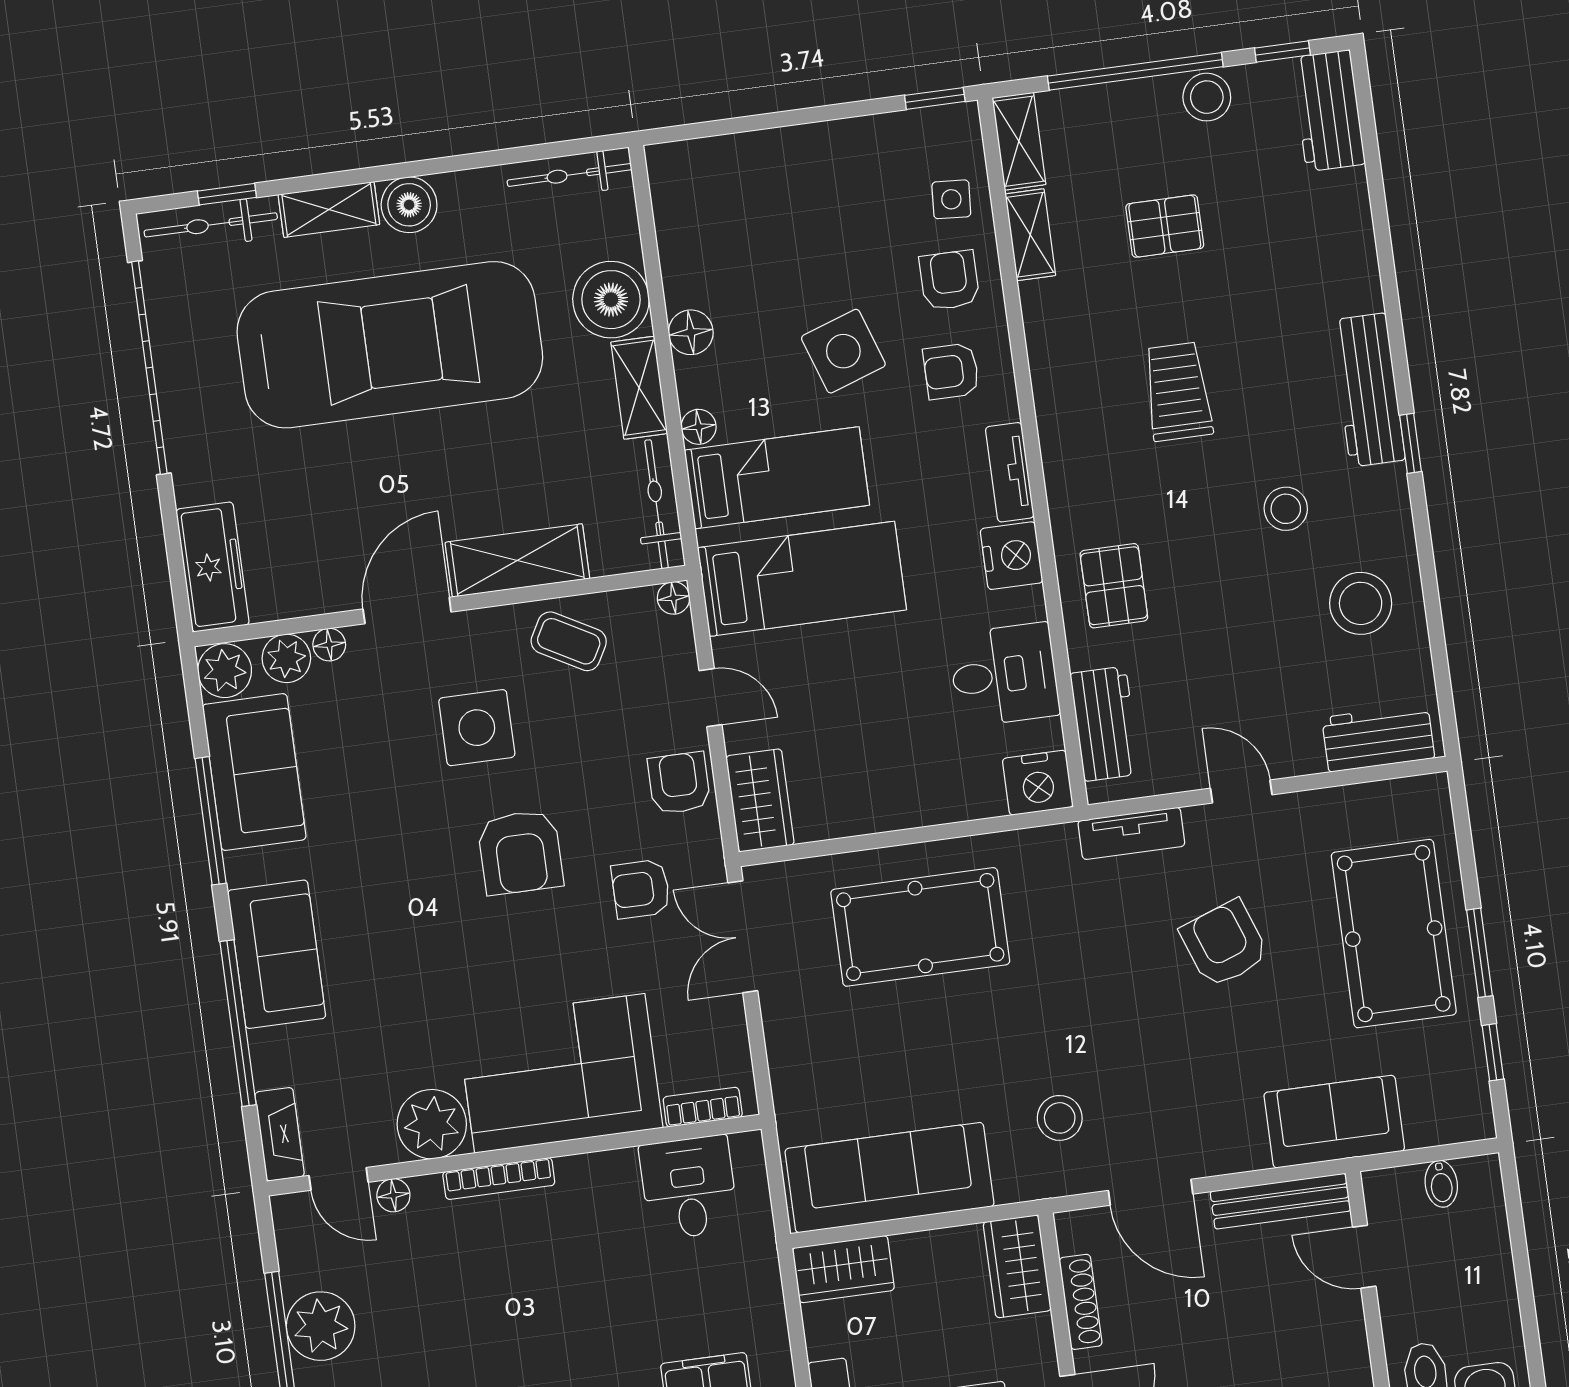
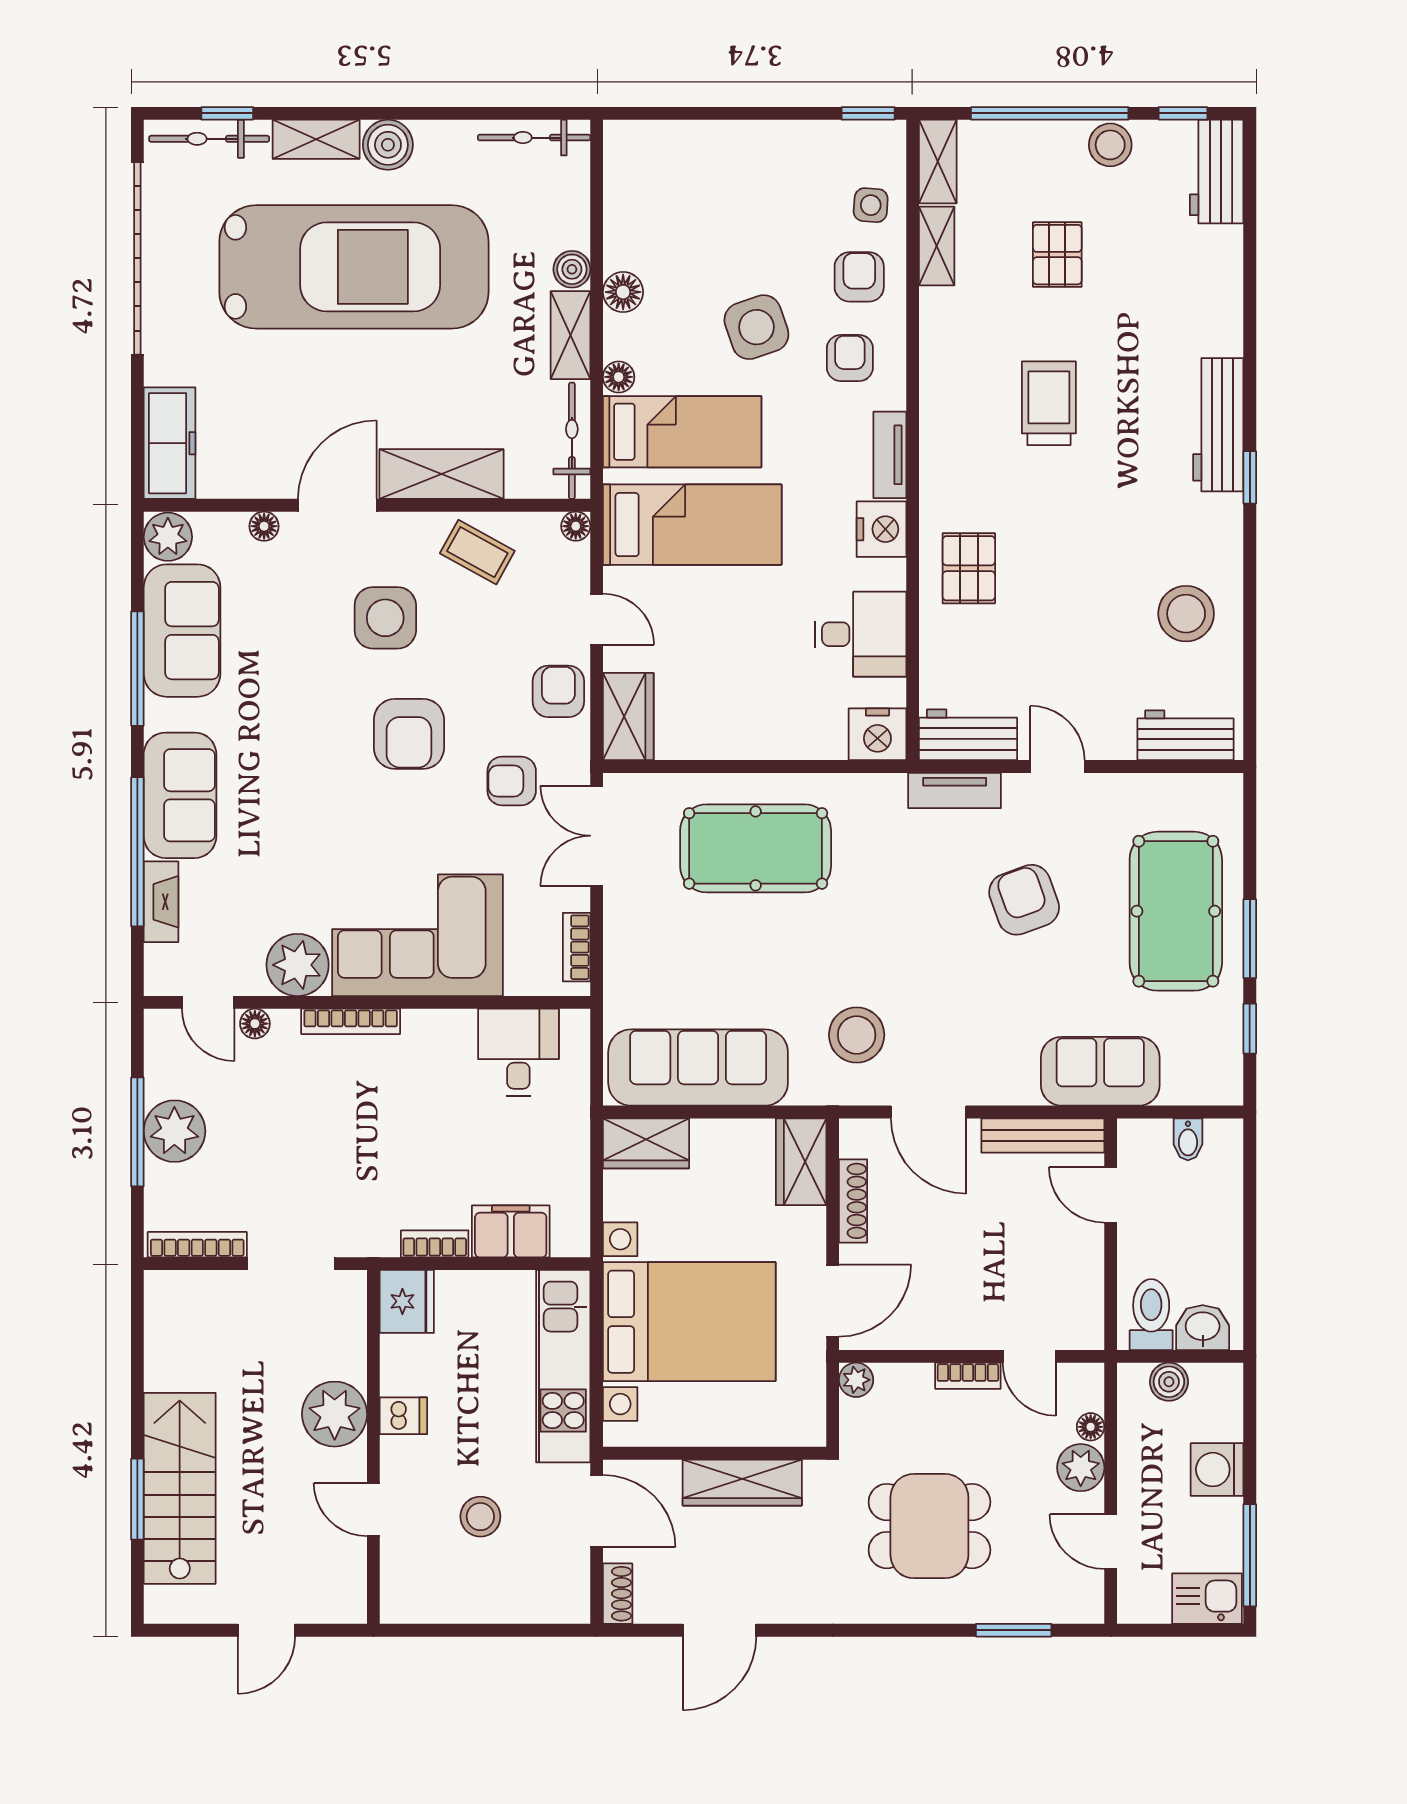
pallet: (1165, 226) -> (1057, 255), turned 90
boiler: (611, 300) -> (572, 269), width x0.54, depth x0.54
armchair: (951, 371) -> (850, 358), turned 90
stool: (1286, 509) -> (1131, 520), removed
plant: (286, 658) -> (224, 533), removed
workbench: (1105, 724) -> (968, 735), moved, turned -90
bookcase: (703, 1107) -> (577, 947), moved, turned -90
stool: (1060, 1118) -> (857, 1035), width x1.38, depth x1.38
fireplace: (280, 1134) -> (161, 902), moved

